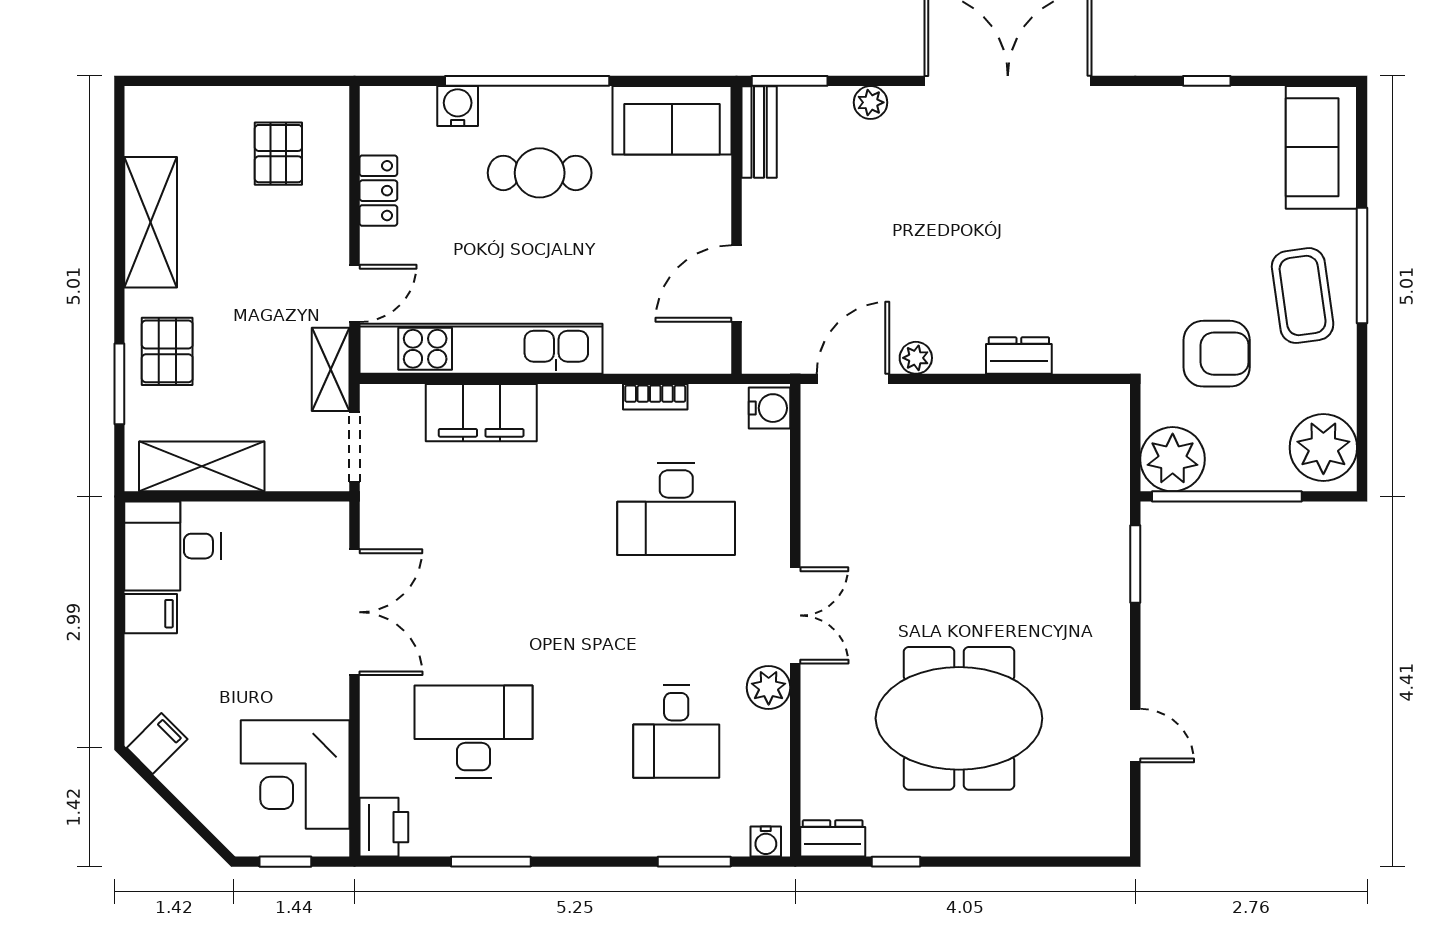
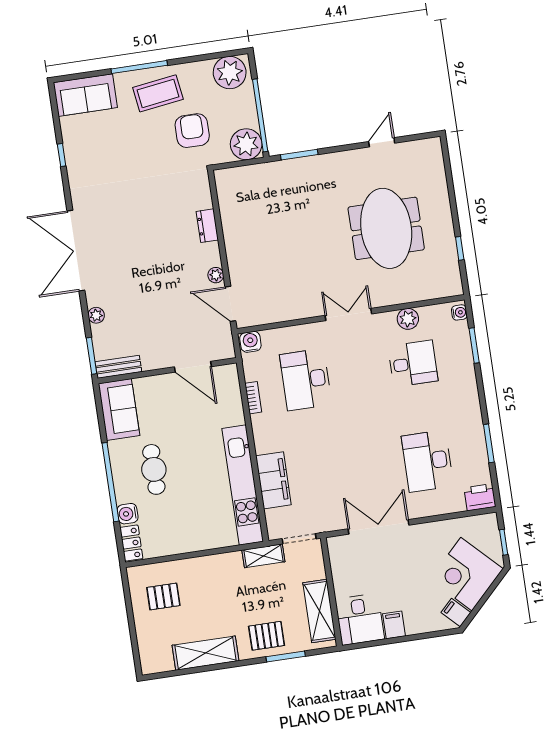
locker: (378, 191) -> (131, 543), moved, turned 90
door: (354, 293) -> (225, 550), removed
desk: (676, 509) -> (306, 380), turned 180
plant: (769, 688) -> (408, 319), moved
corner desk: (295, 774) -> (466, 574), moved, turned 135
dresser: (833, 838) -> (453, 281), removed

